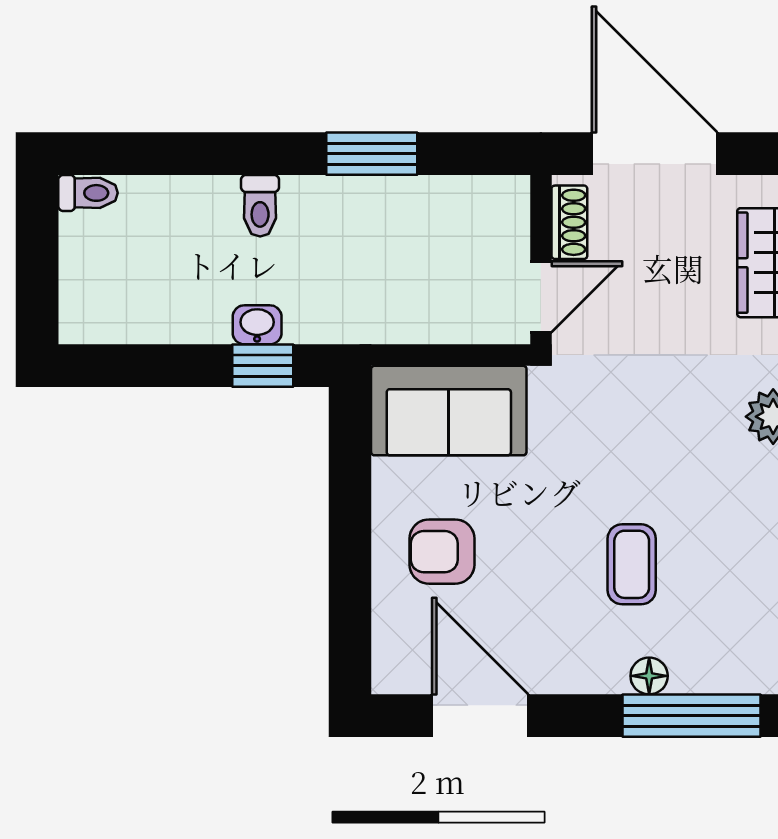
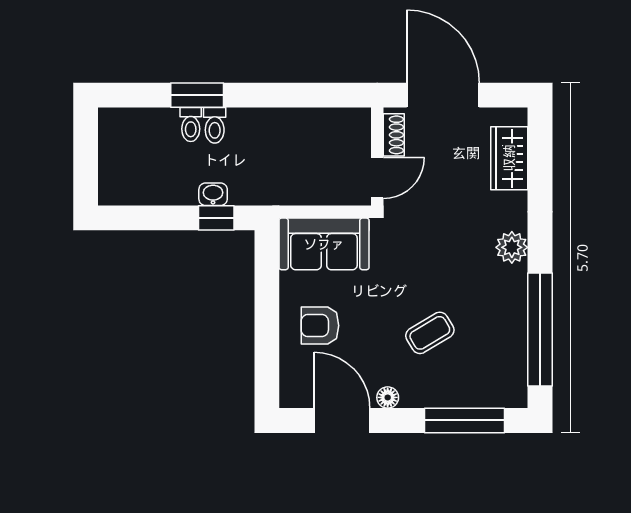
window: (372, 154) -> (197, 95), moved
toilet: (88, 193) -> (191, 125), moved, turned 90
coffee table: (632, 564) -> (430, 333), turned 59
floor lamp: (649, 676) -> (388, 397), moved

